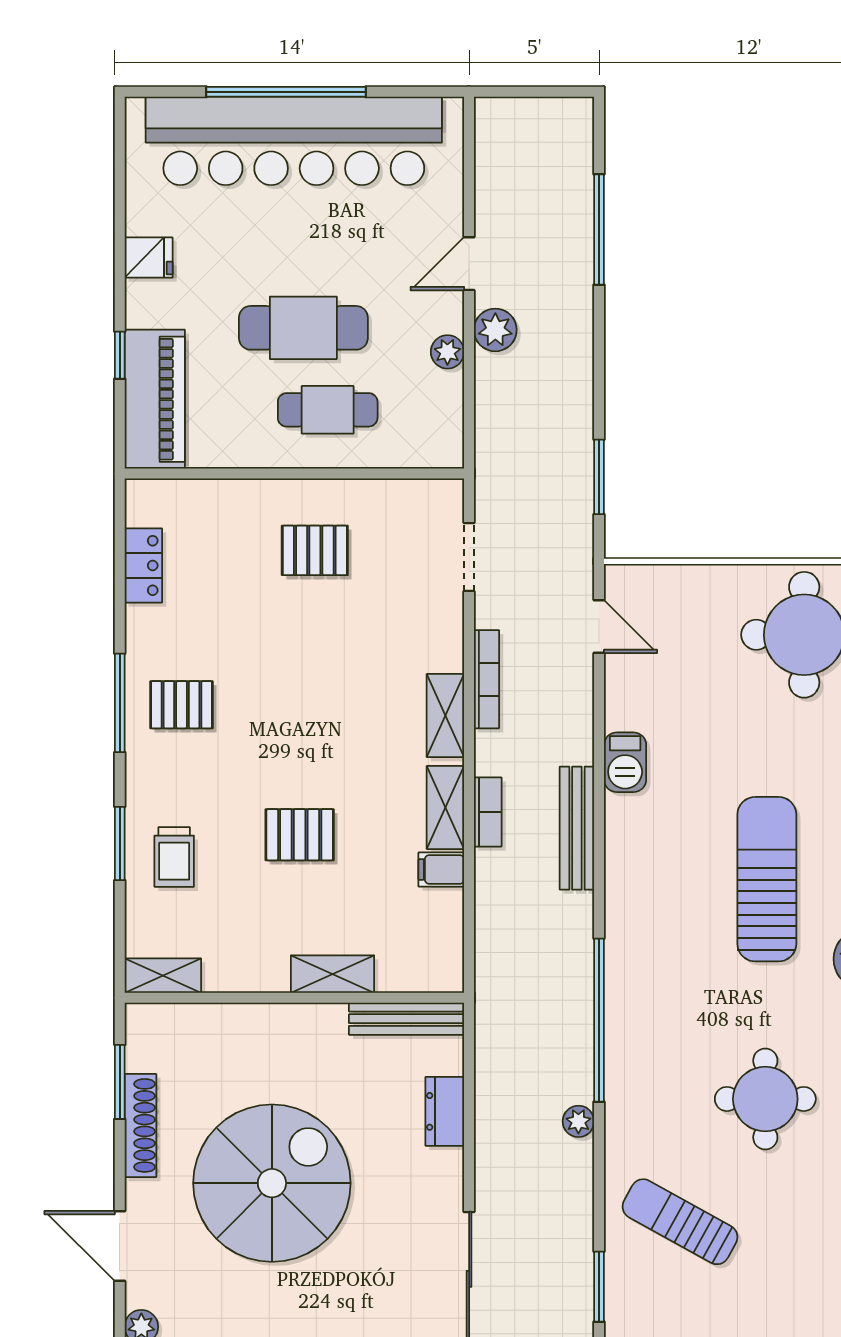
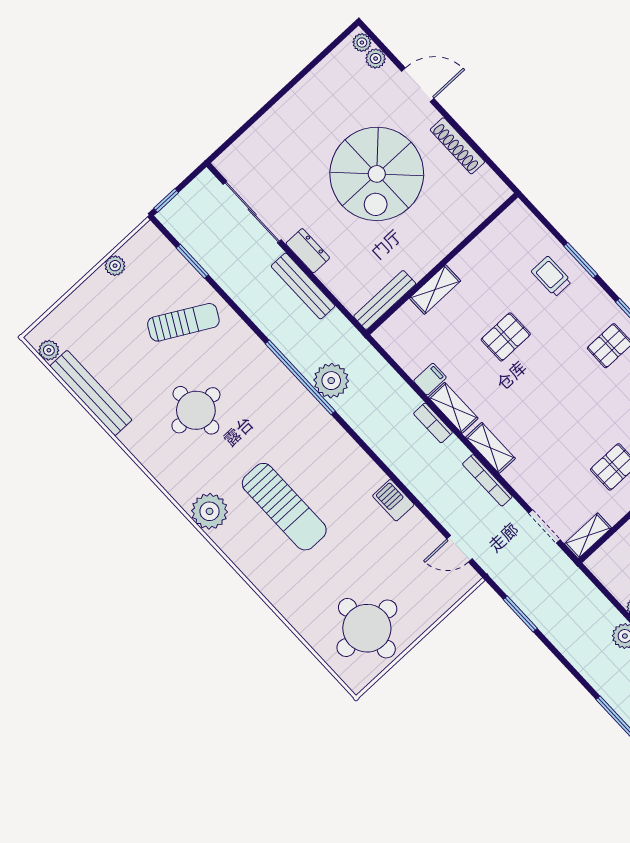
bench: (577, 828) -> (303, 286), moved
shelving: (163, 976) -> (588, 536), moved
window: (120, 1082) -> (484, 156), removed
dresser: (445, 1111) -> (308, 251), moved
plant: (578, 1121) -> (331, 381), moved, width x1.88, depth x1.88

